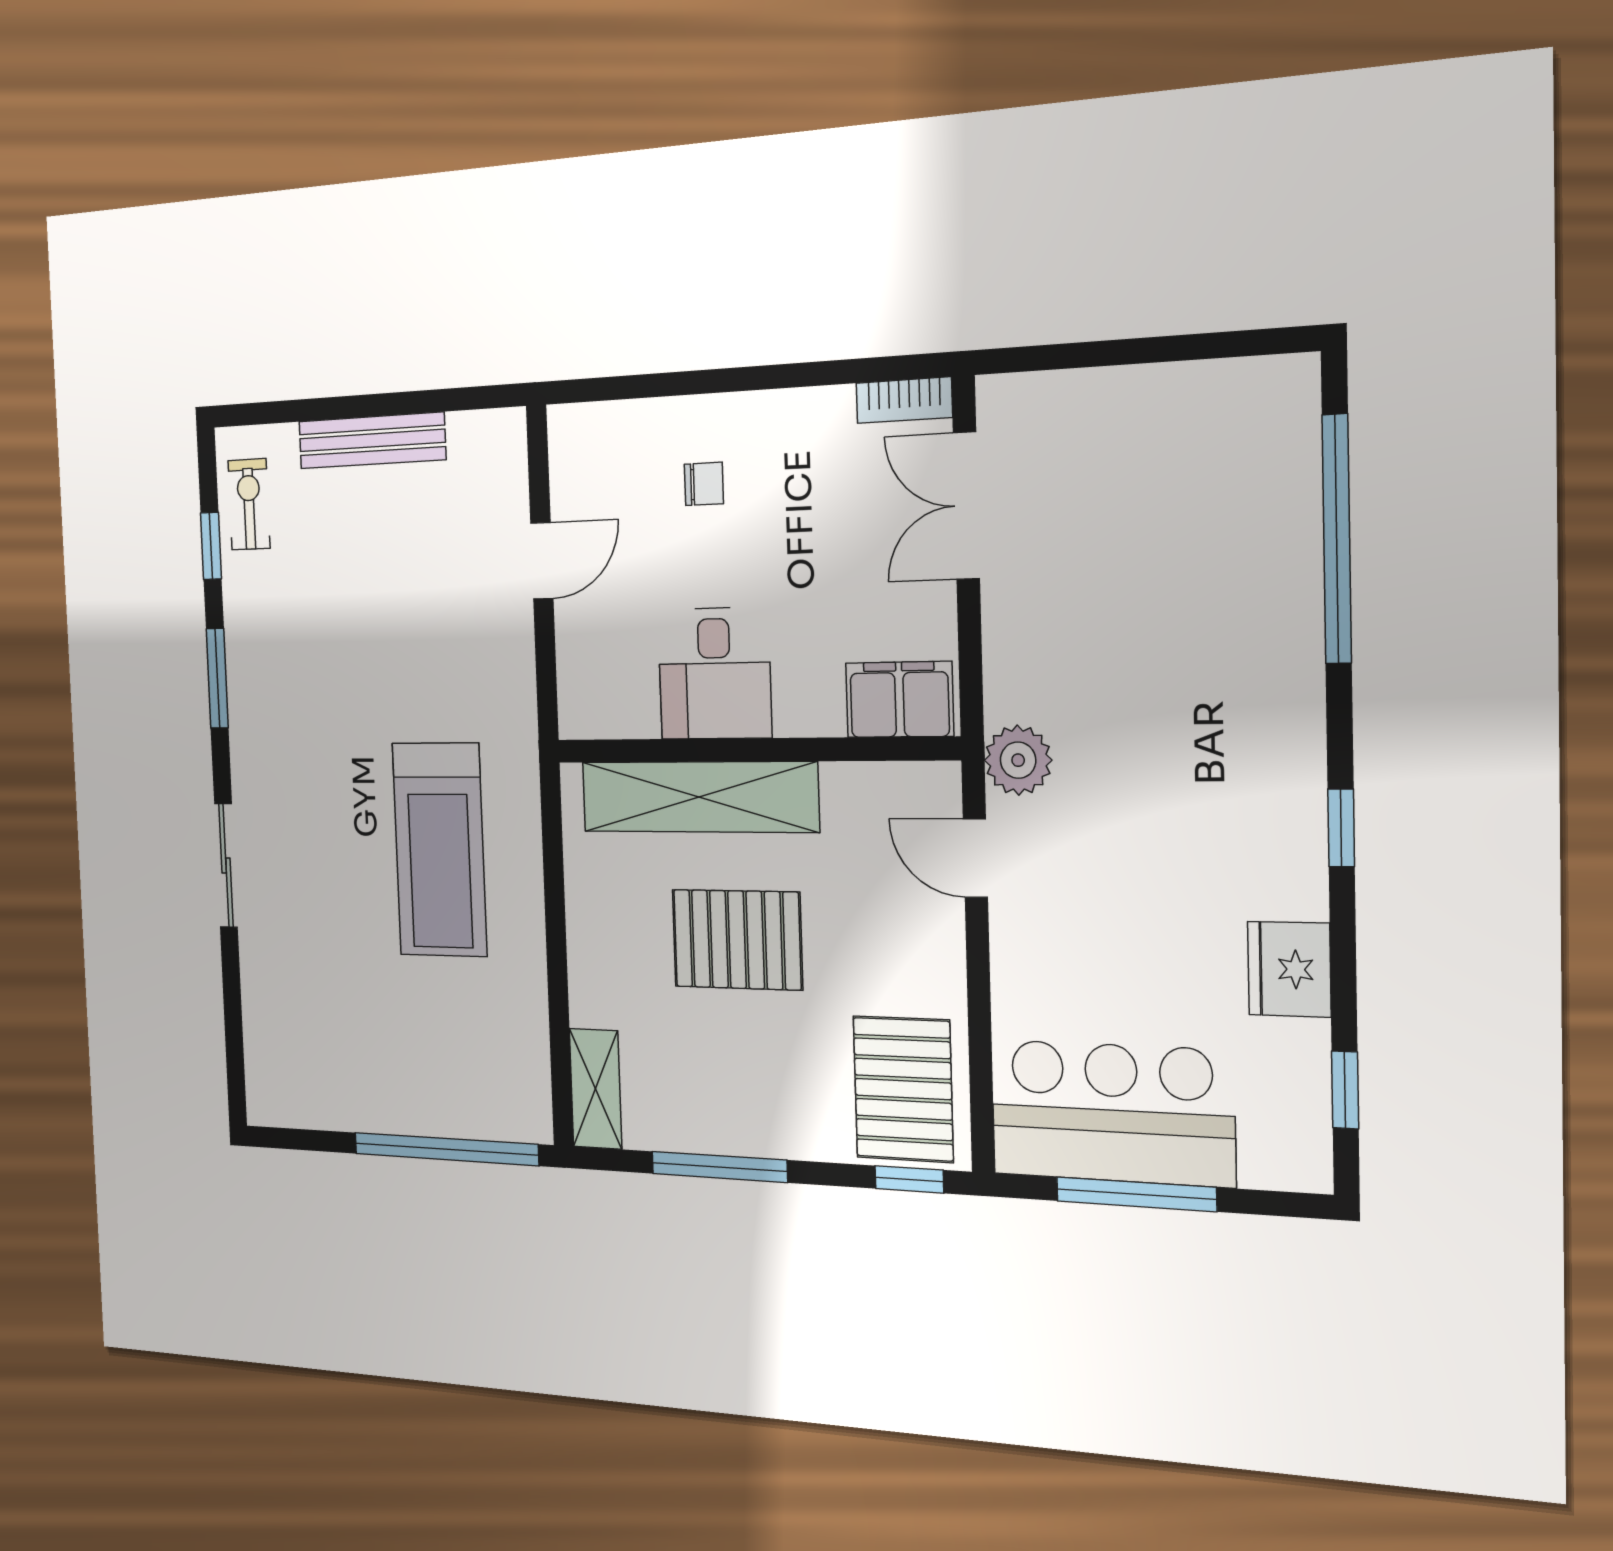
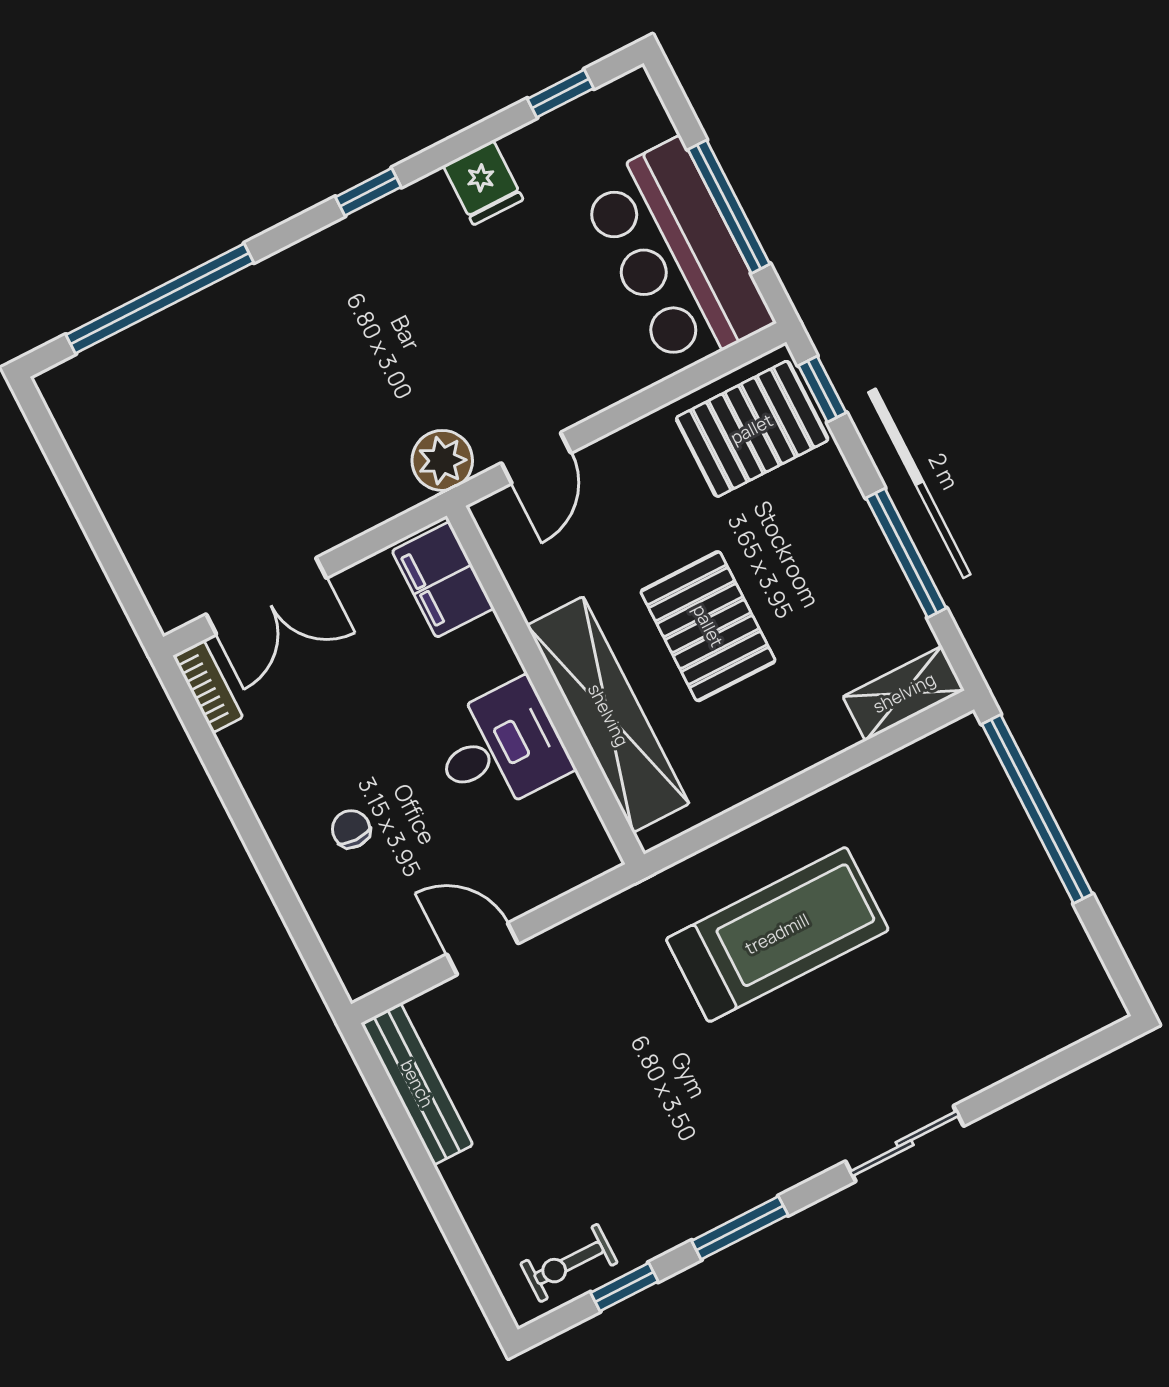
bench: (372, 440) -> (417, 1084), moved
fridge: (1289, 969) -> (483, 183), width x0.72

